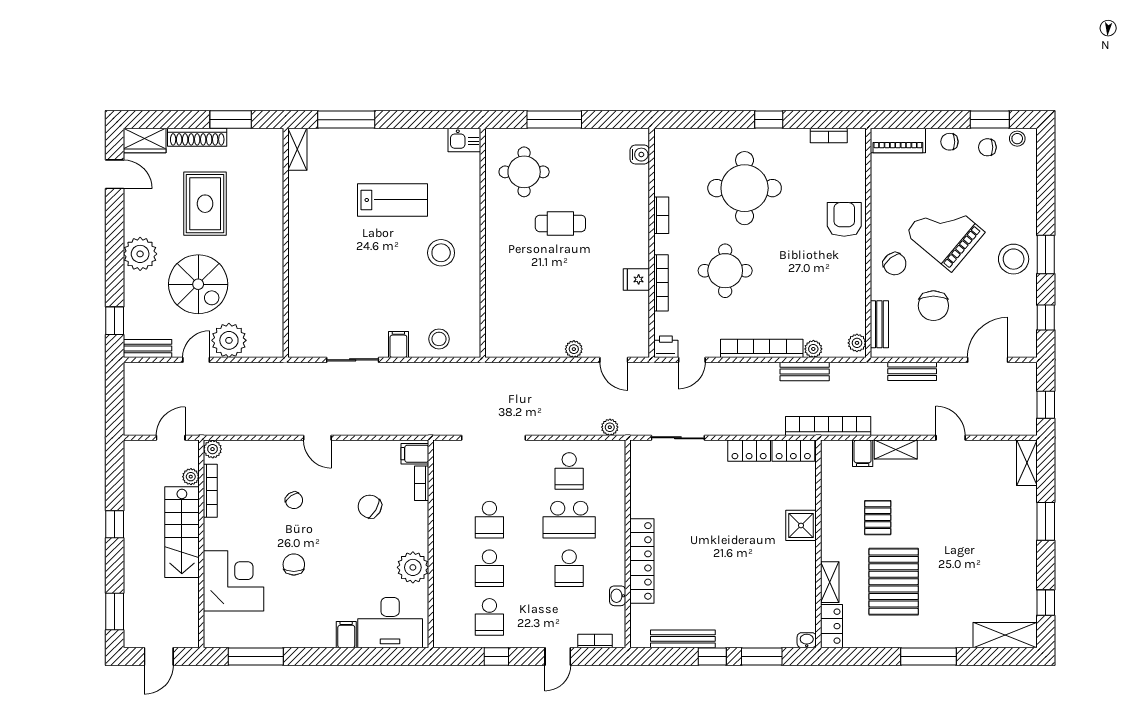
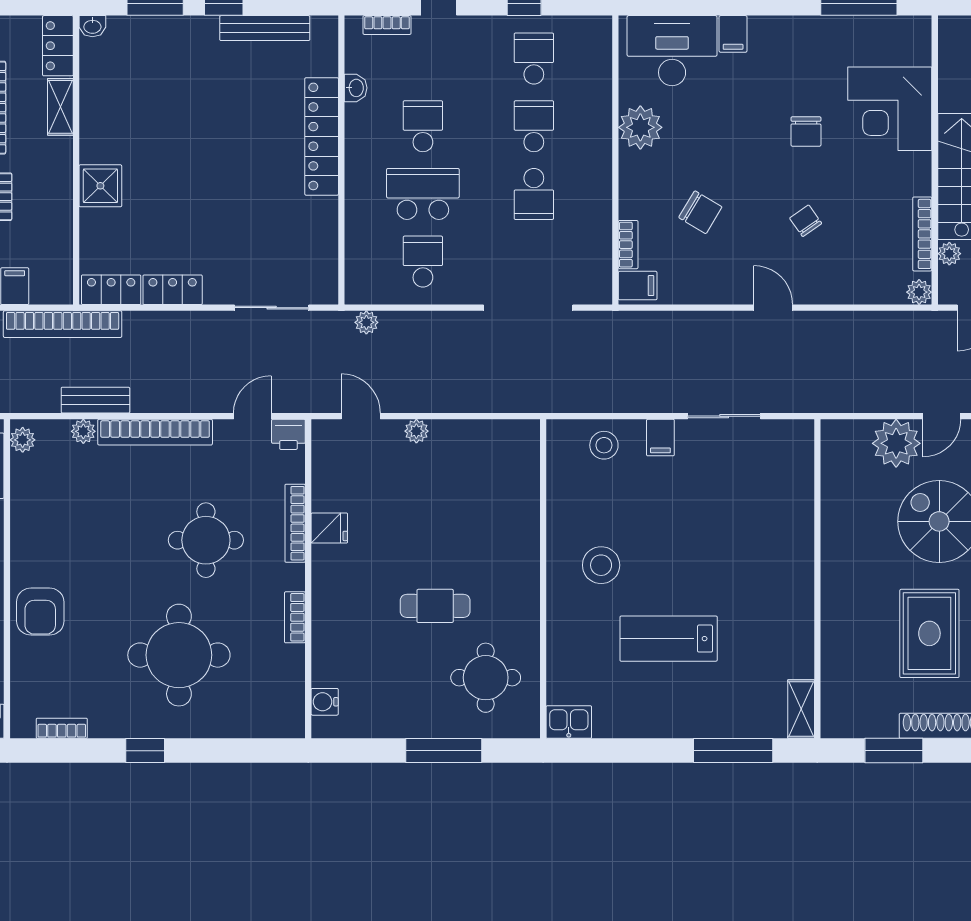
school desk: (489, 520) -> (534, 194), turned 180

